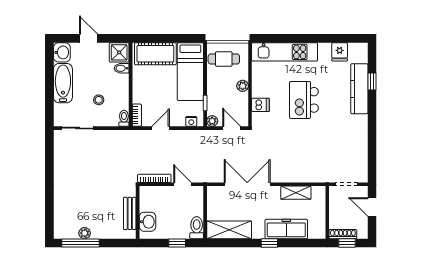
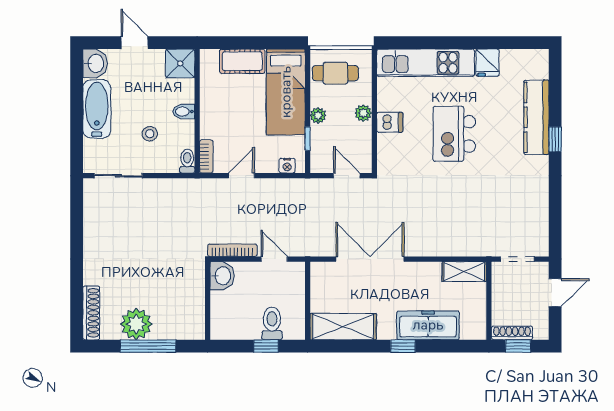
fridge: (340, 52) -> (487, 63), moved
cot: (155, 54) -> (242, 61), width x0.73, depth x0.75
bidet: (122, 68) -> (184, 112), moved
window: (372, 81) -> (555, 139), moved
dishwasher: (260, 105) -> (390, 122), moved
plant: (212, 121) -> (318, 115), moved
shelving: (296, 193) -> (464, 271), moved
door: (372, 207) -> (555, 293), swing flipped
bench: (130, 213) -> (196, 302), removed
shoe rack: (59, 221) -> (91, 313), added
washbasin: (147, 222) -> (222, 276), moved
toilet: (197, 228) -> (272, 323), moved
plant: (85, 233) -> (136, 324), width x1.87, depth x1.87
window: (81, 243) -> (148, 346), moved

